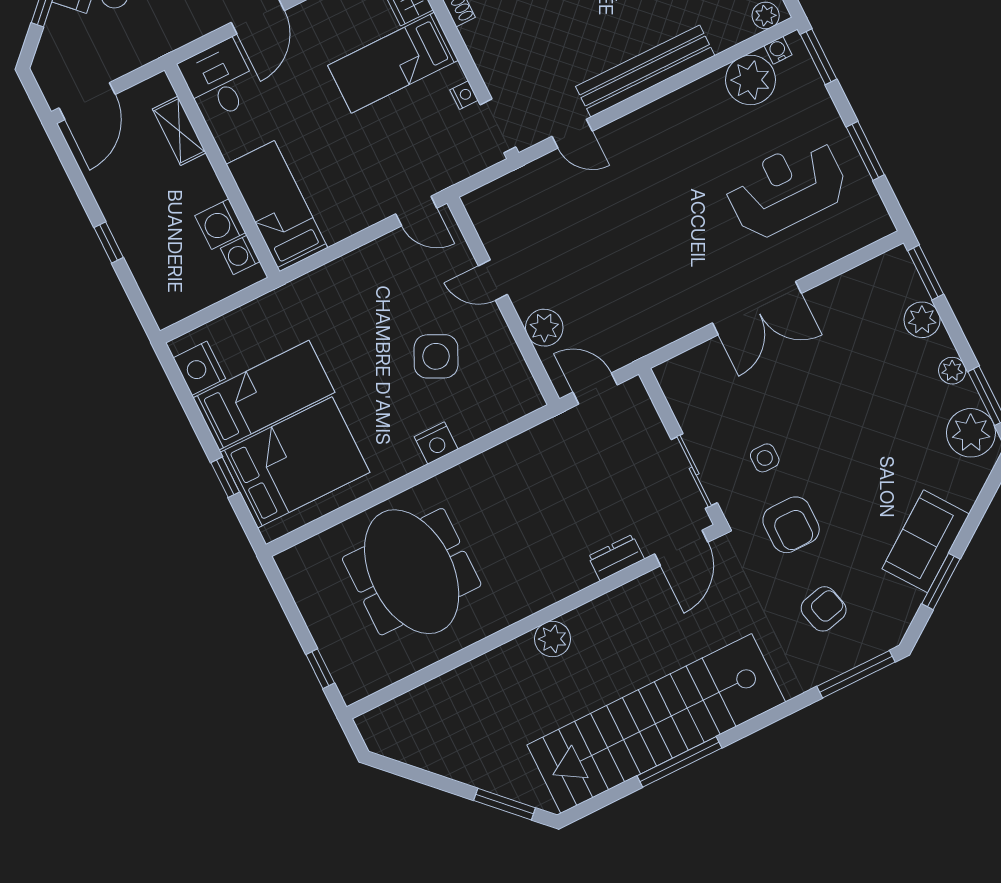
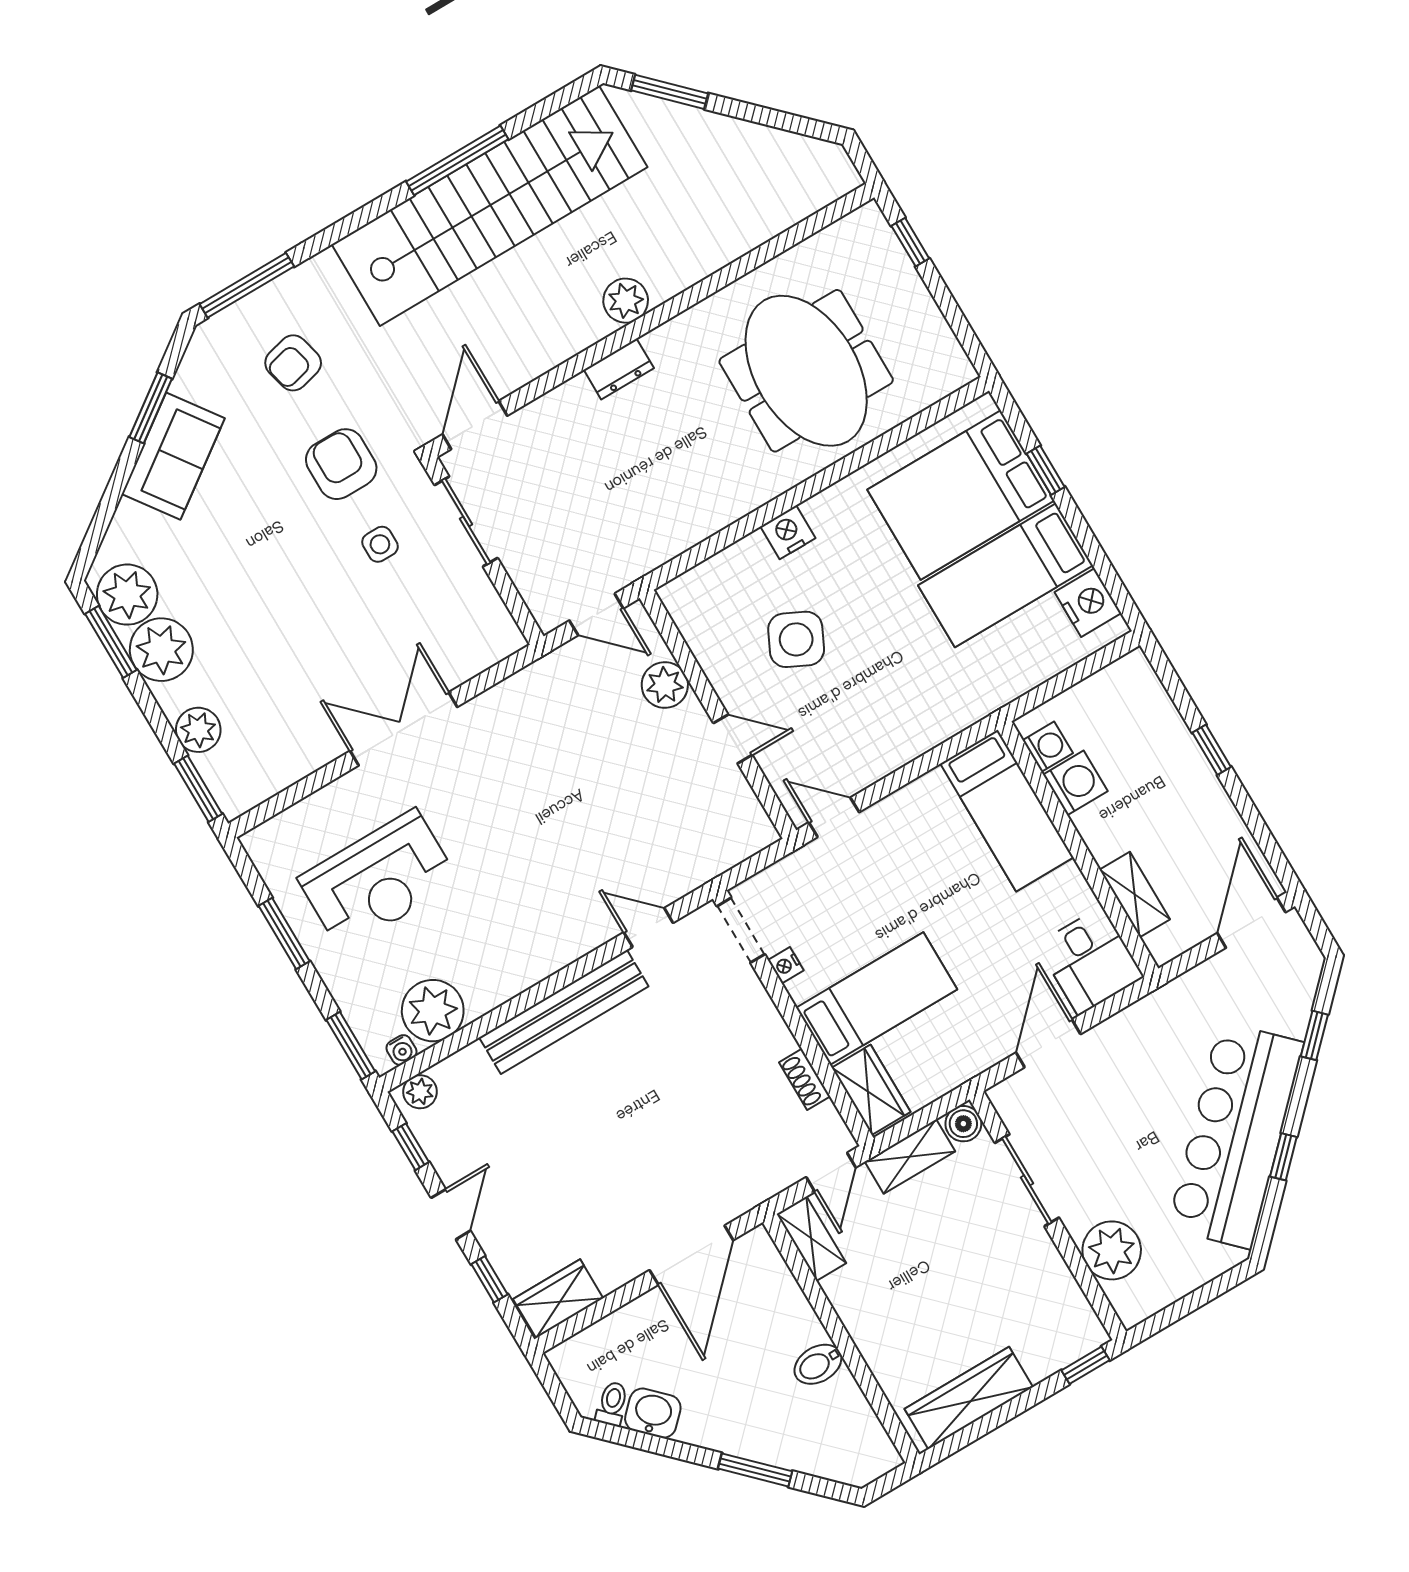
plant: (952, 371) -> (161, 650), width x1.87, depth x1.87
dresser: (616, 558) -> (619, 369), moved

